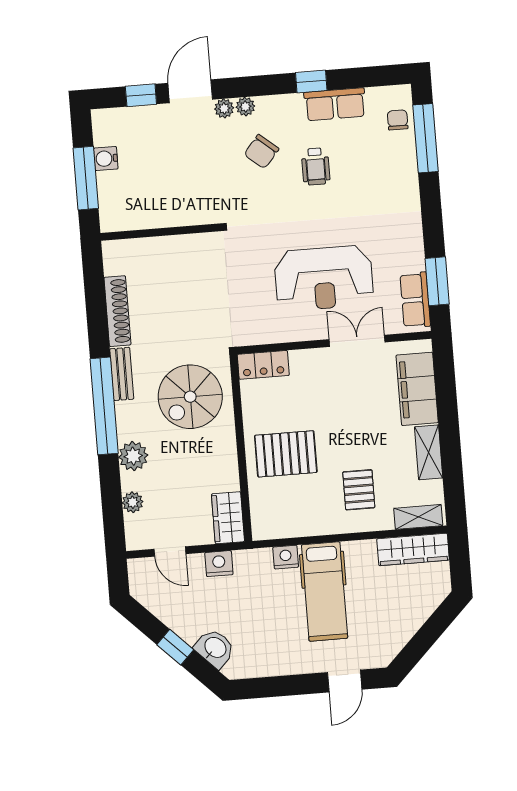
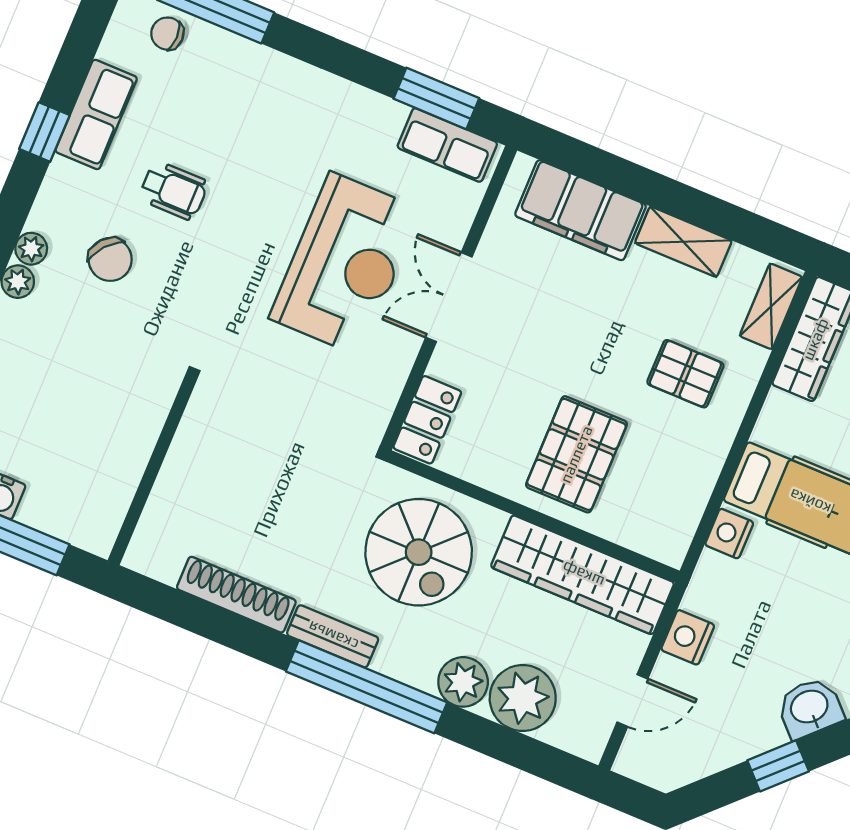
double door: (357, 341) -> (449, 297), moved
plant: (133, 502) -> (523, 698), width x1.88, depth x1.88
wardrobe: (228, 518) -> (583, 575), width x2.10, depth x1.17

